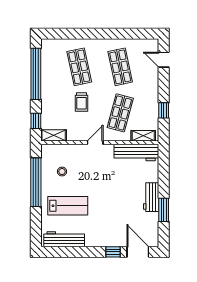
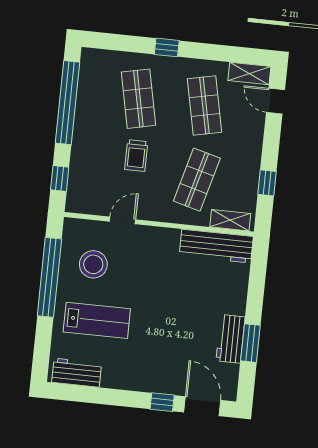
window: (93, 34) -> (167, 47), added
shelving: (54, 135) -> (249, 74), moved
door: (95, 143) -> (123, 220), moved
stool: (62, 172) -> (93, 264), width x1.89, depth x1.89
workbench: (151, 197) -> (231, 339), moved
workbench: (64, 239) -> (77, 373), width x0.73

